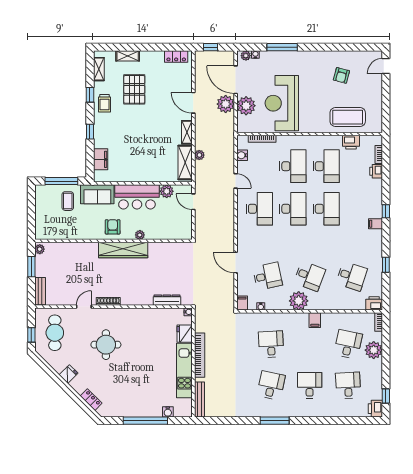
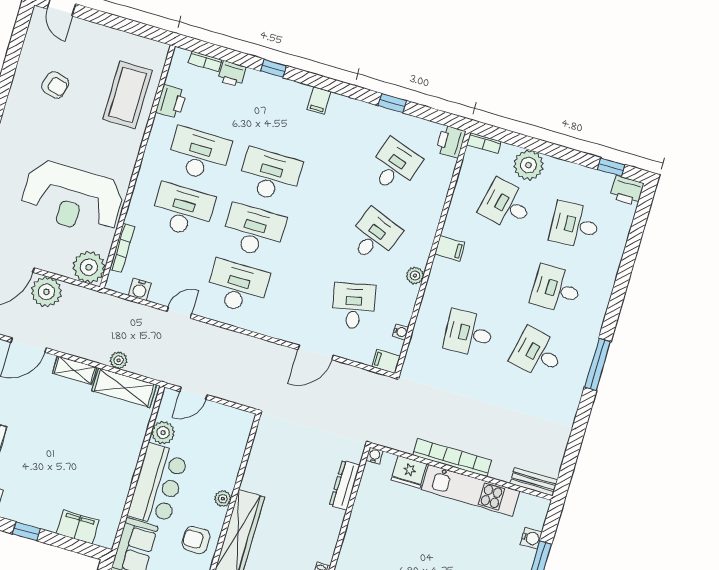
plant: (246, 106) -> (89, 267), moved
window: (386, 211) -> (274, 68), moved
plant: (299, 301) -> (415, 276), width x0.53, depth x0.53
bench: (199, 399) -> (534, 482), width x0.73

